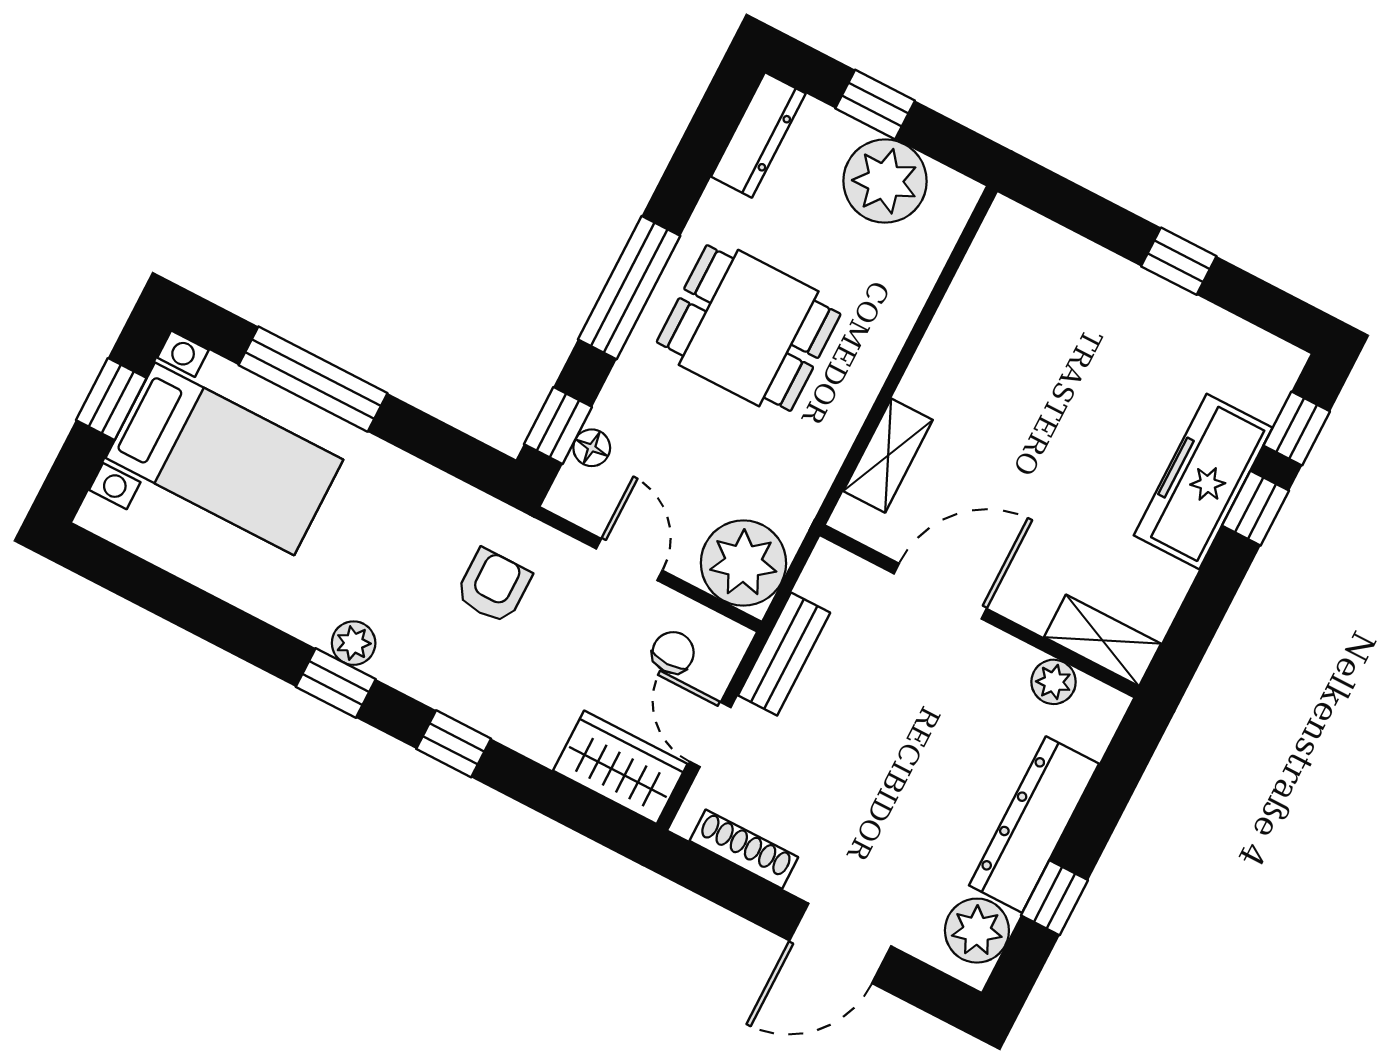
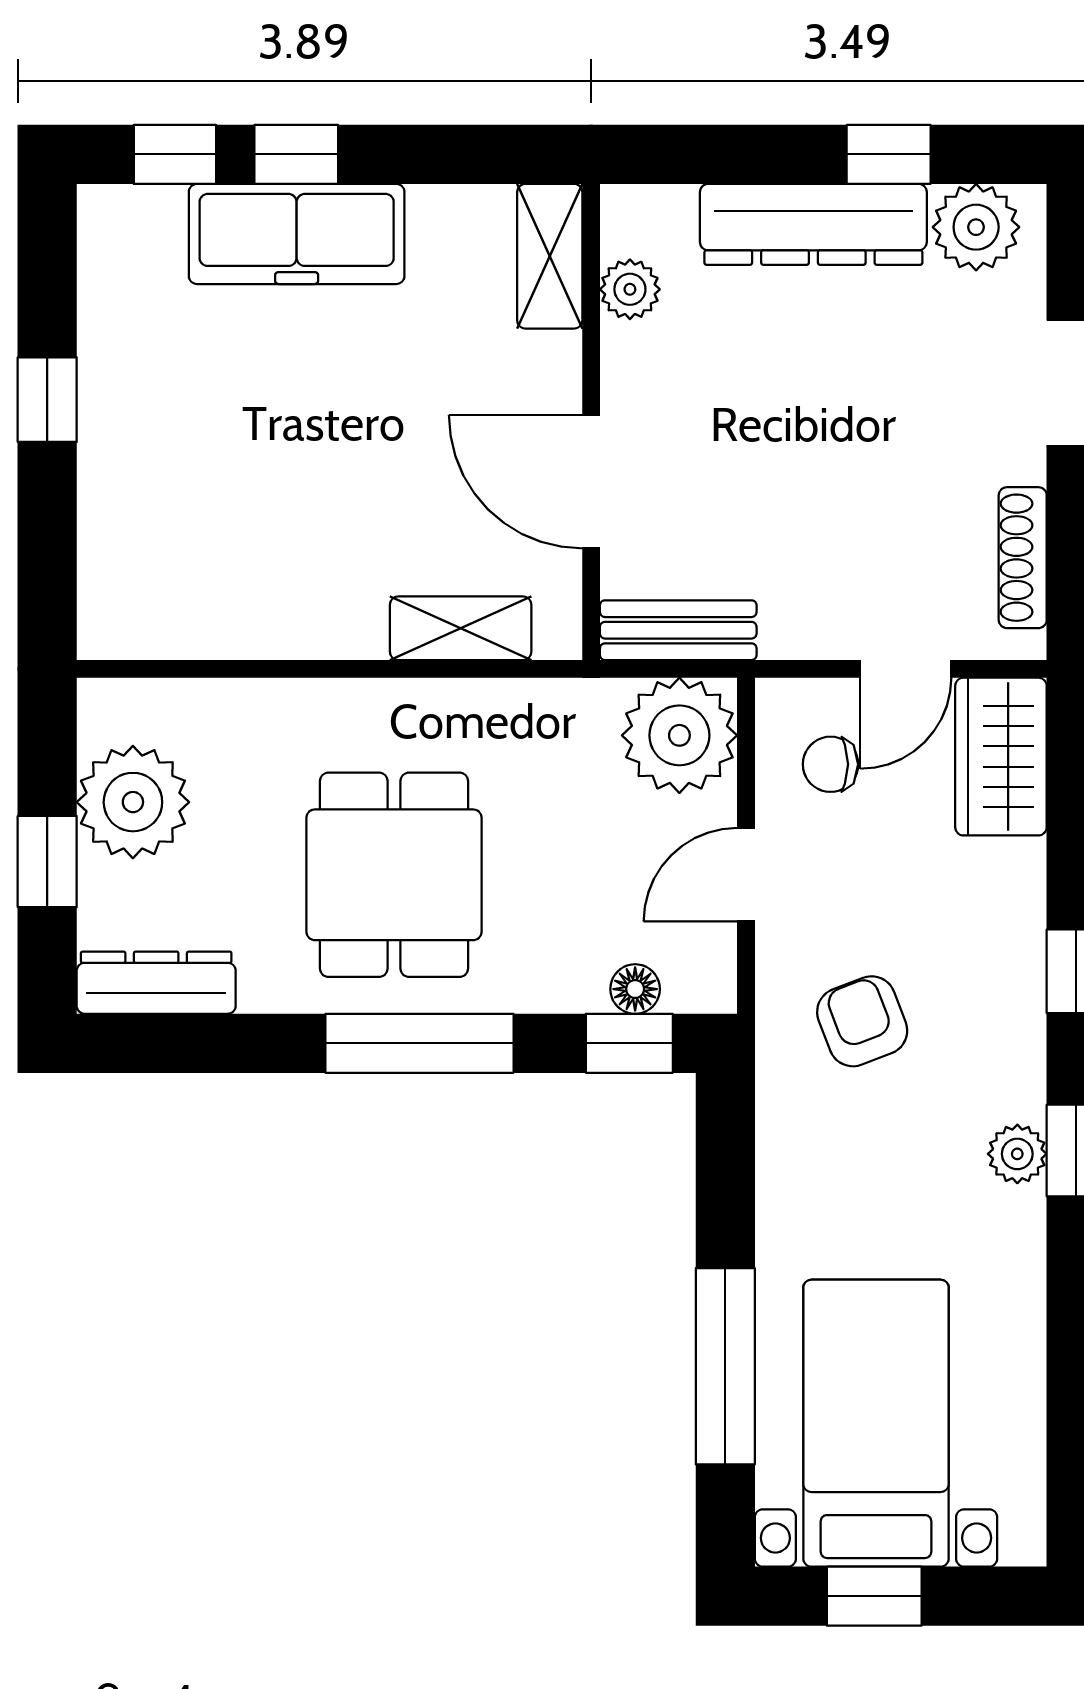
armchair: (493, 586) -> (862, 1021), turned 69
bench: (784, 654) -> (678, 630), moved

